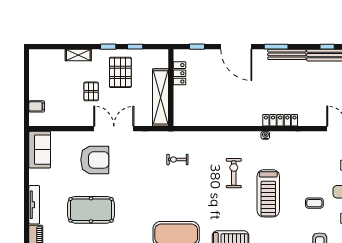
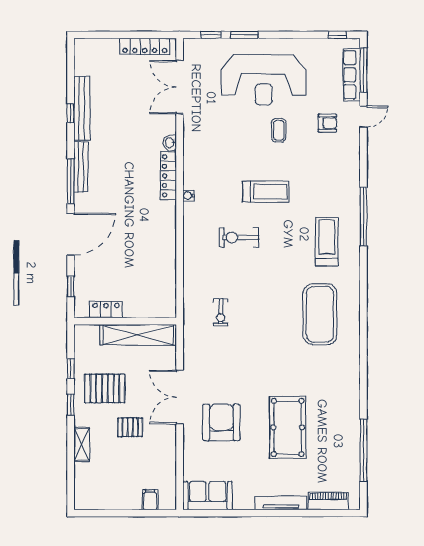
window: (276, 47) -> (71, 181), width x1.44
washbasin: (305, 121) -> (170, 143), added
treadmill: (268, 193) -> (266, 192), width x0.73, depth x0.73

